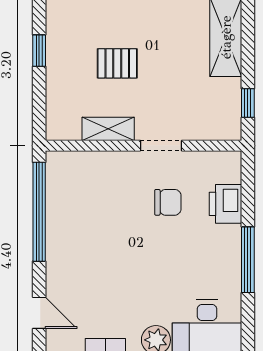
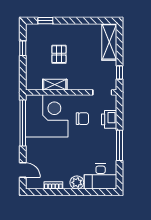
pallet: (117, 63) -> (59, 54), turned 90
doorway: (161, 146) -> (102, 92), moved
corner desk: (91, 196) -> (47, 116), added

